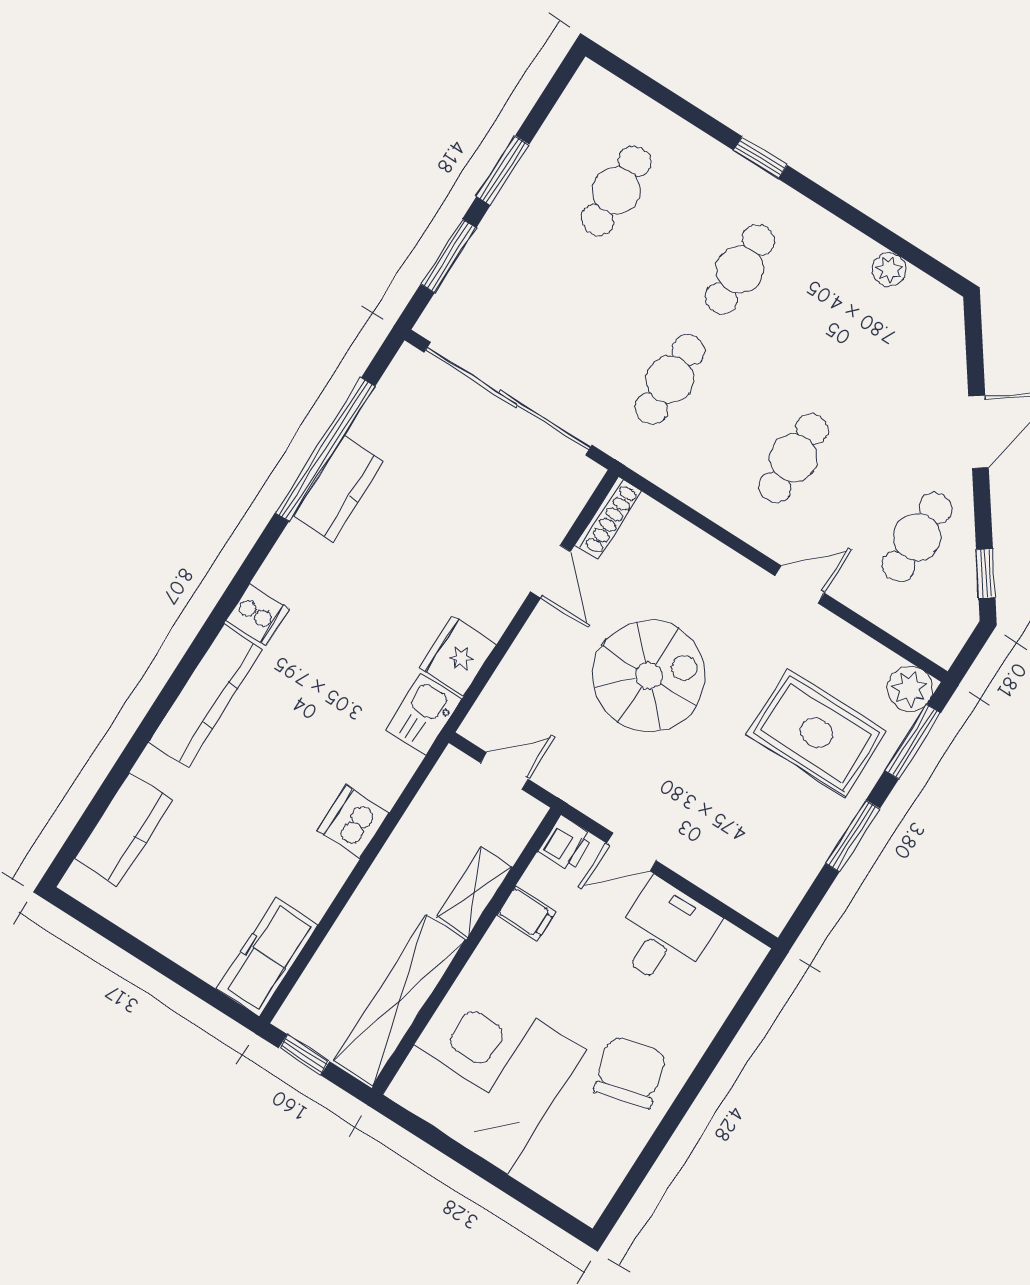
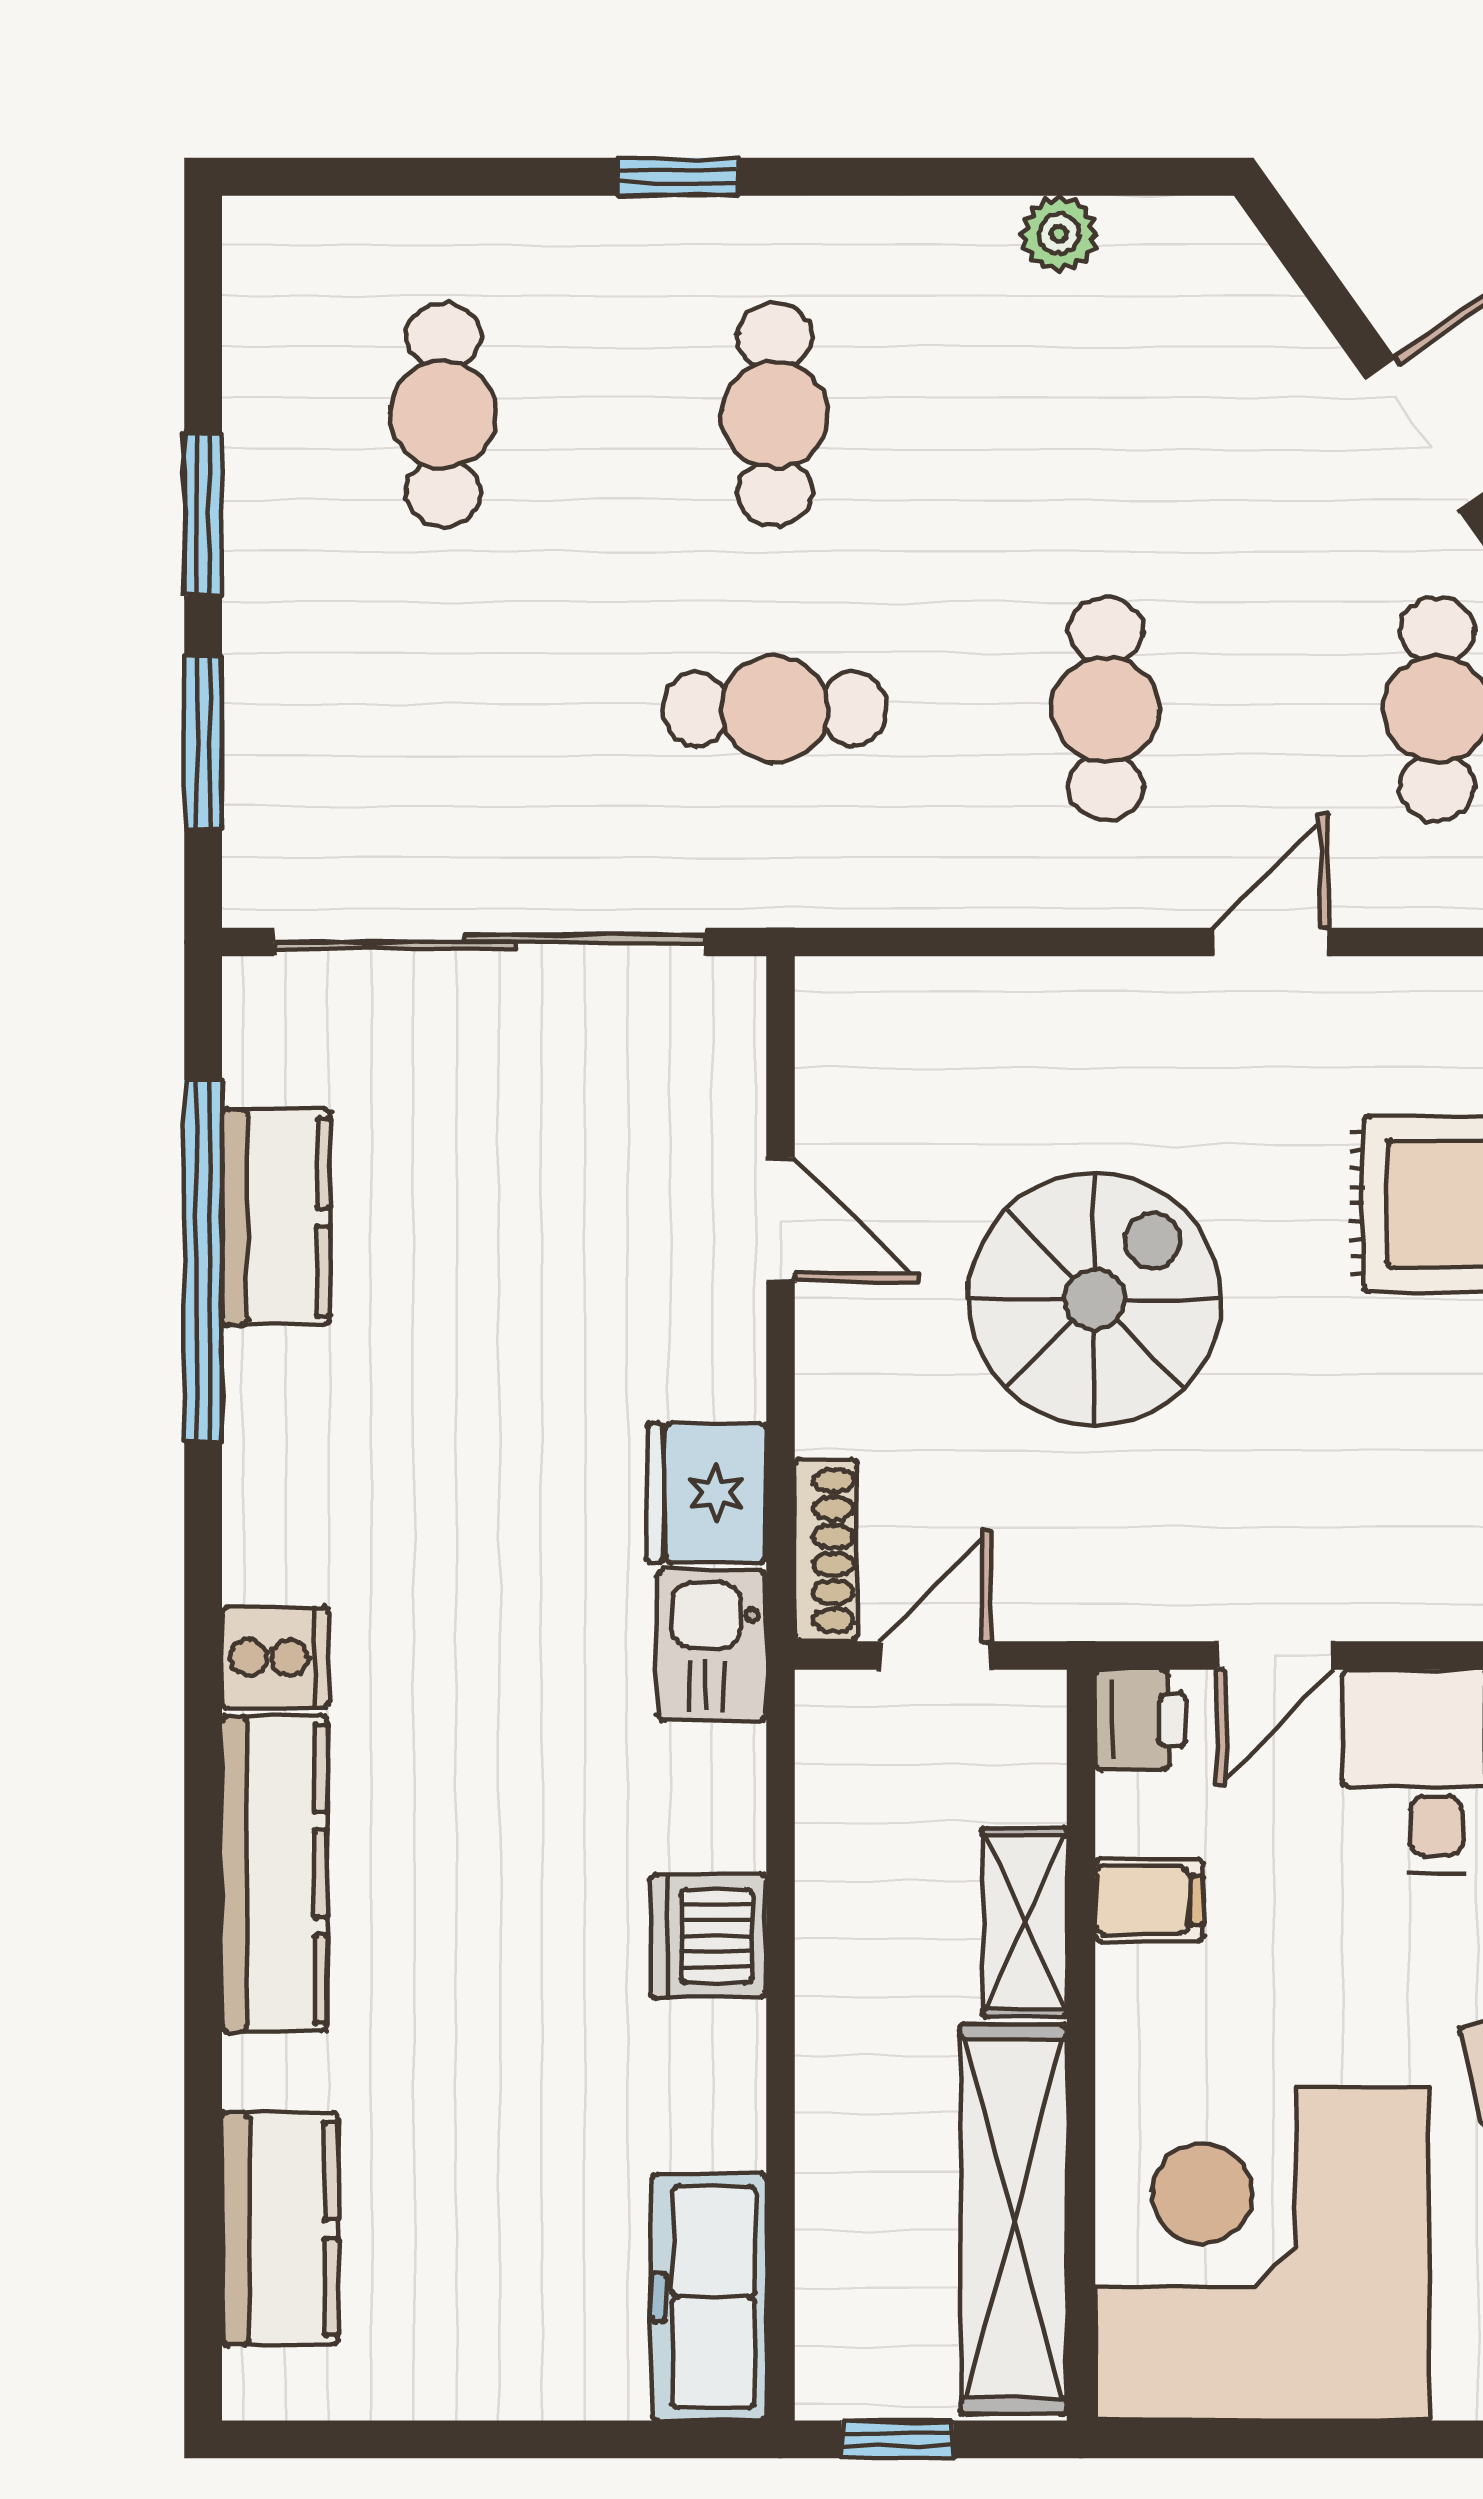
cafe table: (670, 379) -> (775, 709), turned 90
kitchen counter: (338, 489) -> (276, 1217), moved
shoe rack: (608, 518) -> (826, 1550), moved

